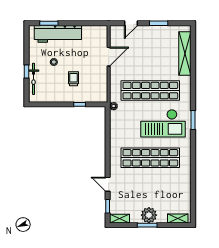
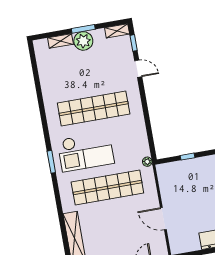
door: (109, 57) -> (163, 219), hinge flipped
trolley: (74, 79) -> (200, 185), removed
checkout: (163, 123) -> (86, 152), turned 180
shelving: (178, 218) -> (60, 41), moved

